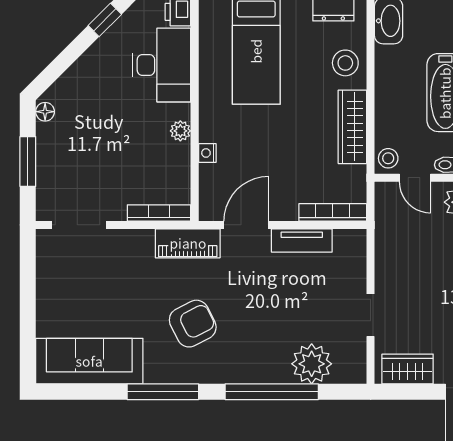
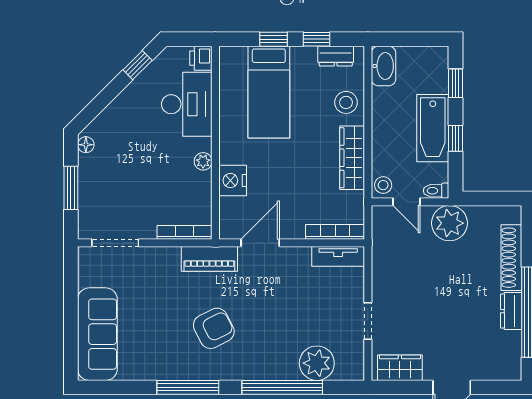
nightstand: (207, 153) -> (233, 181), width x1.89, depth x1.79
tv unit: (302, 241) -> (338, 256), moved
sofa: (89, 361) -> (97, 334), moved, turned 90

